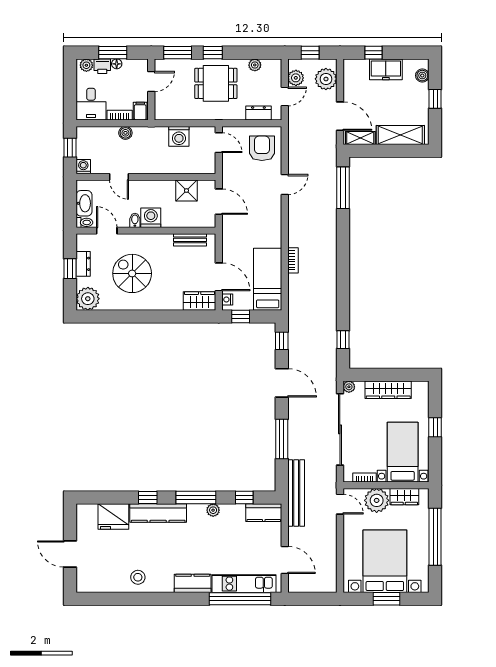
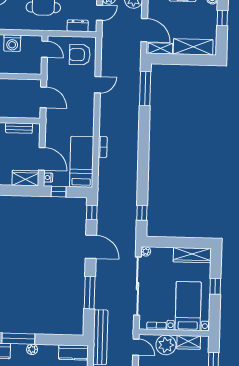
armchair: (262, 148) -> (80, 55), turned -90
shower: (186, 191) -> (17, 88), removed
wardrobe: (388, 390) -> (192, 255), moved
window: (244, 497) -> (58, 340), removed

